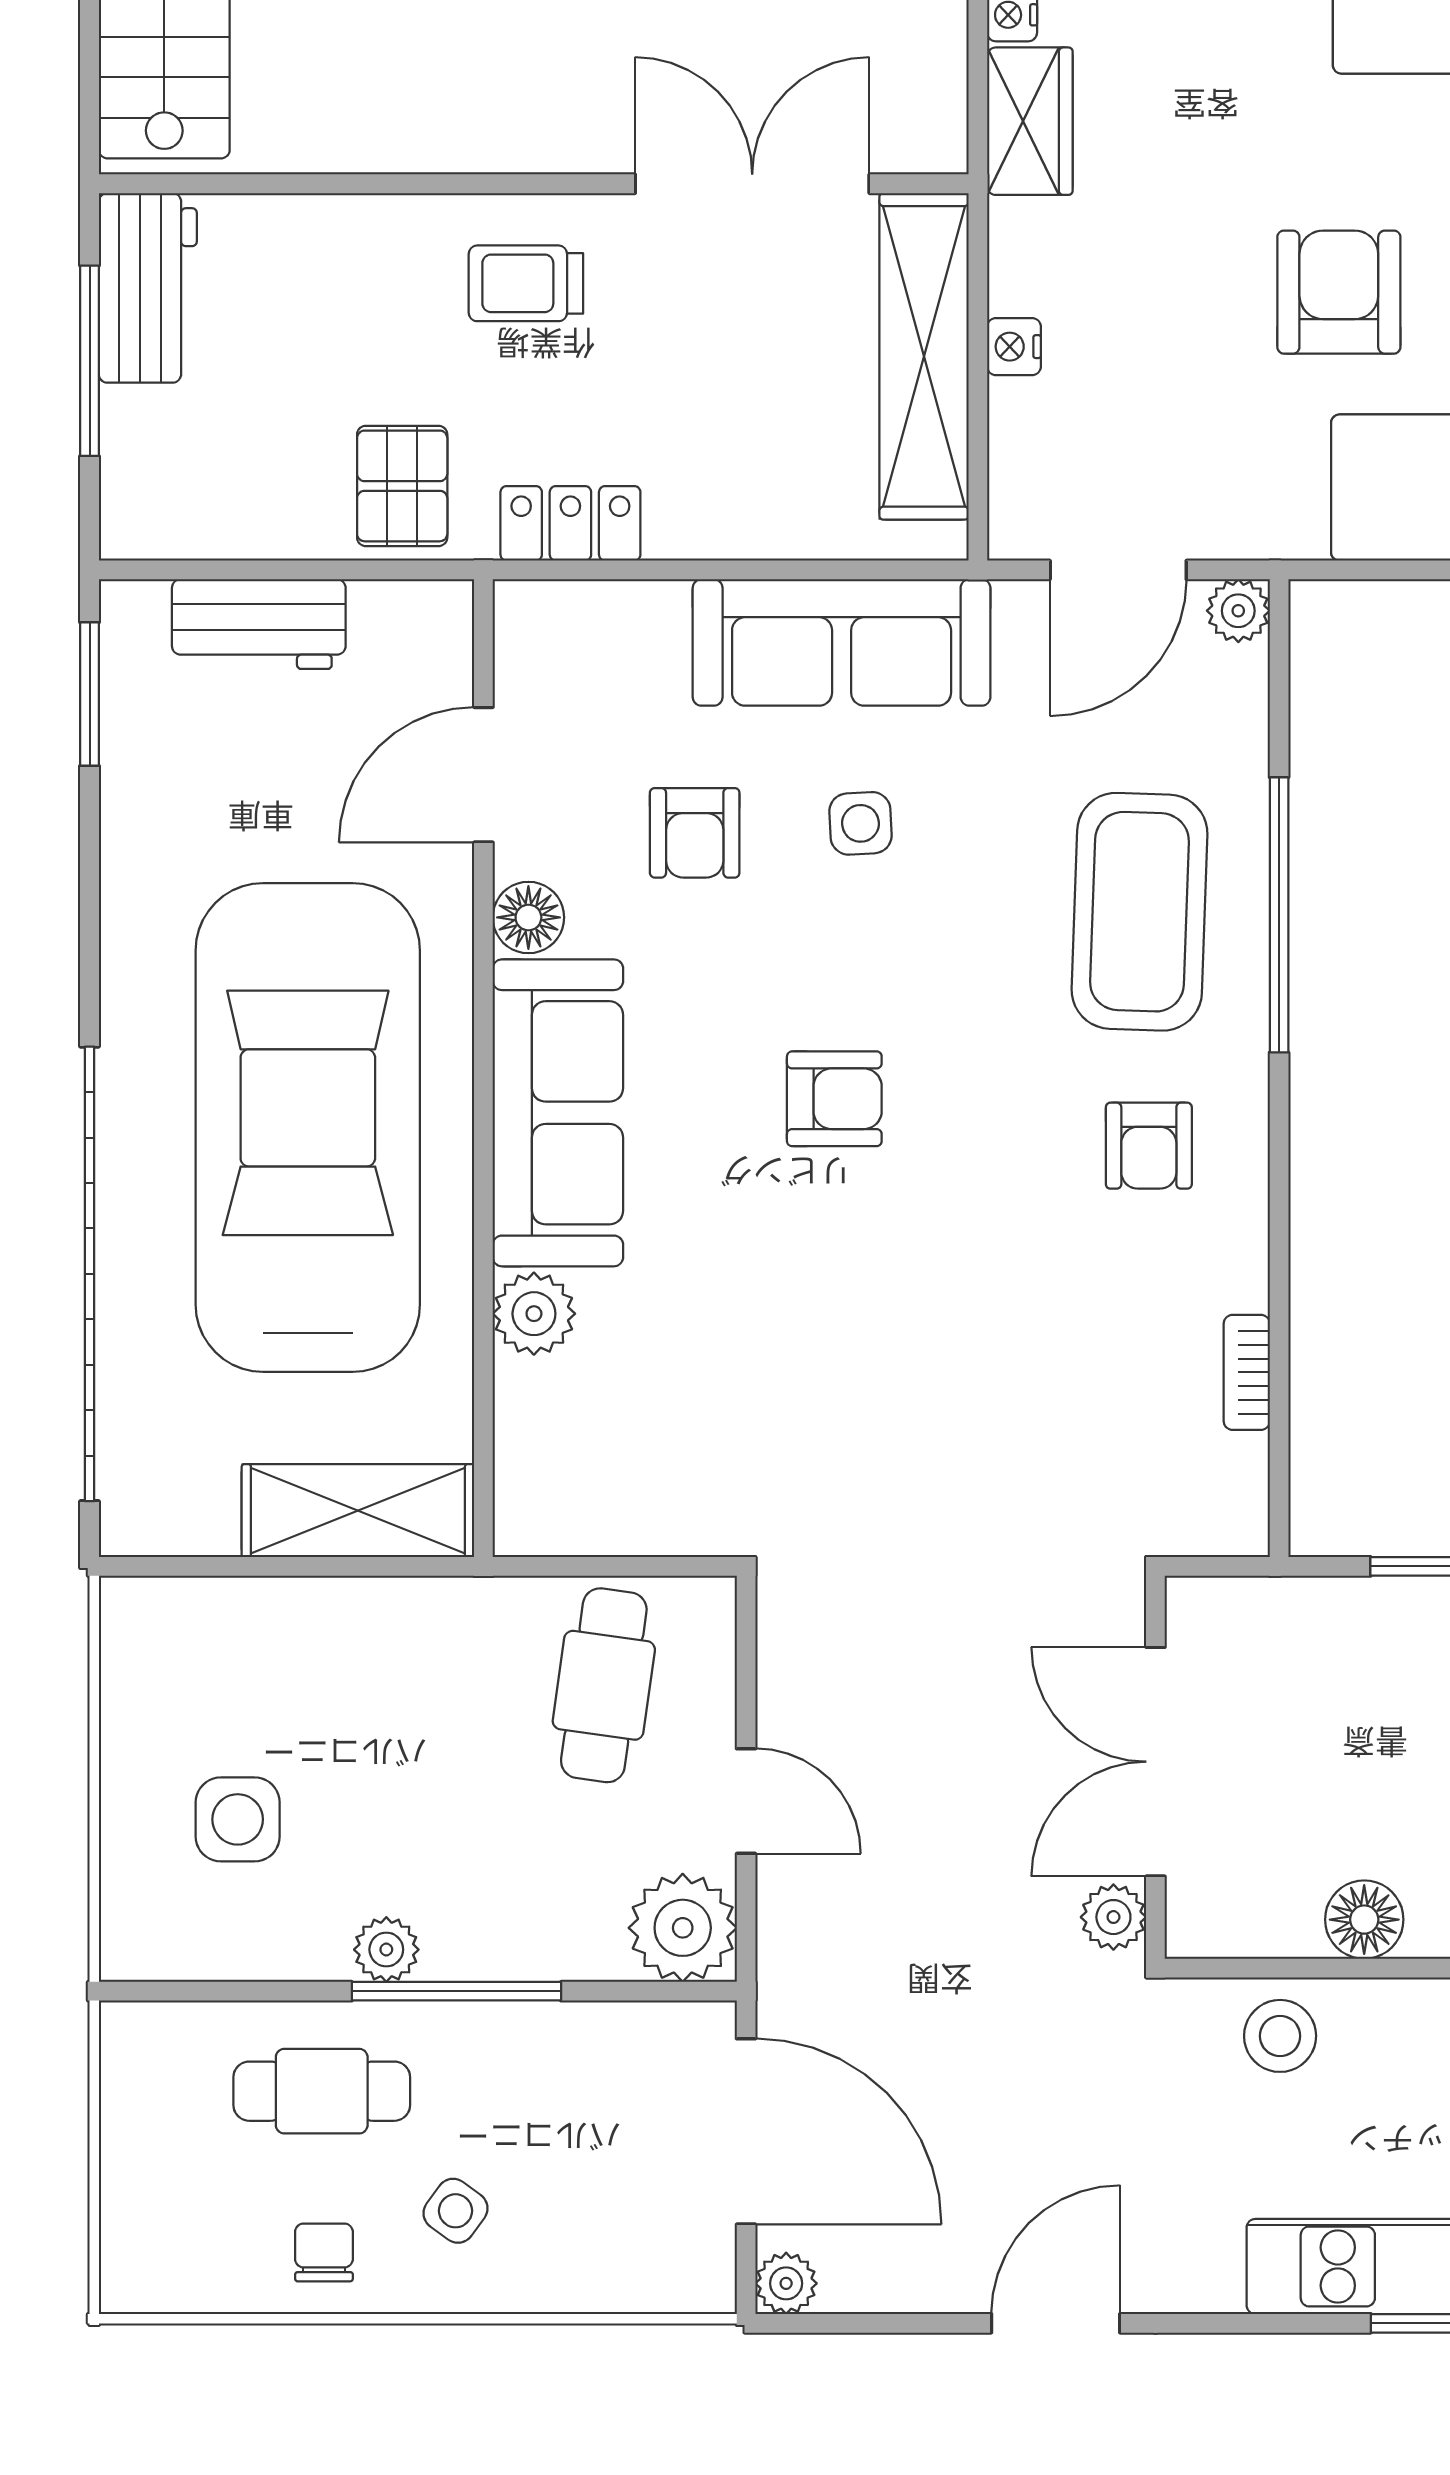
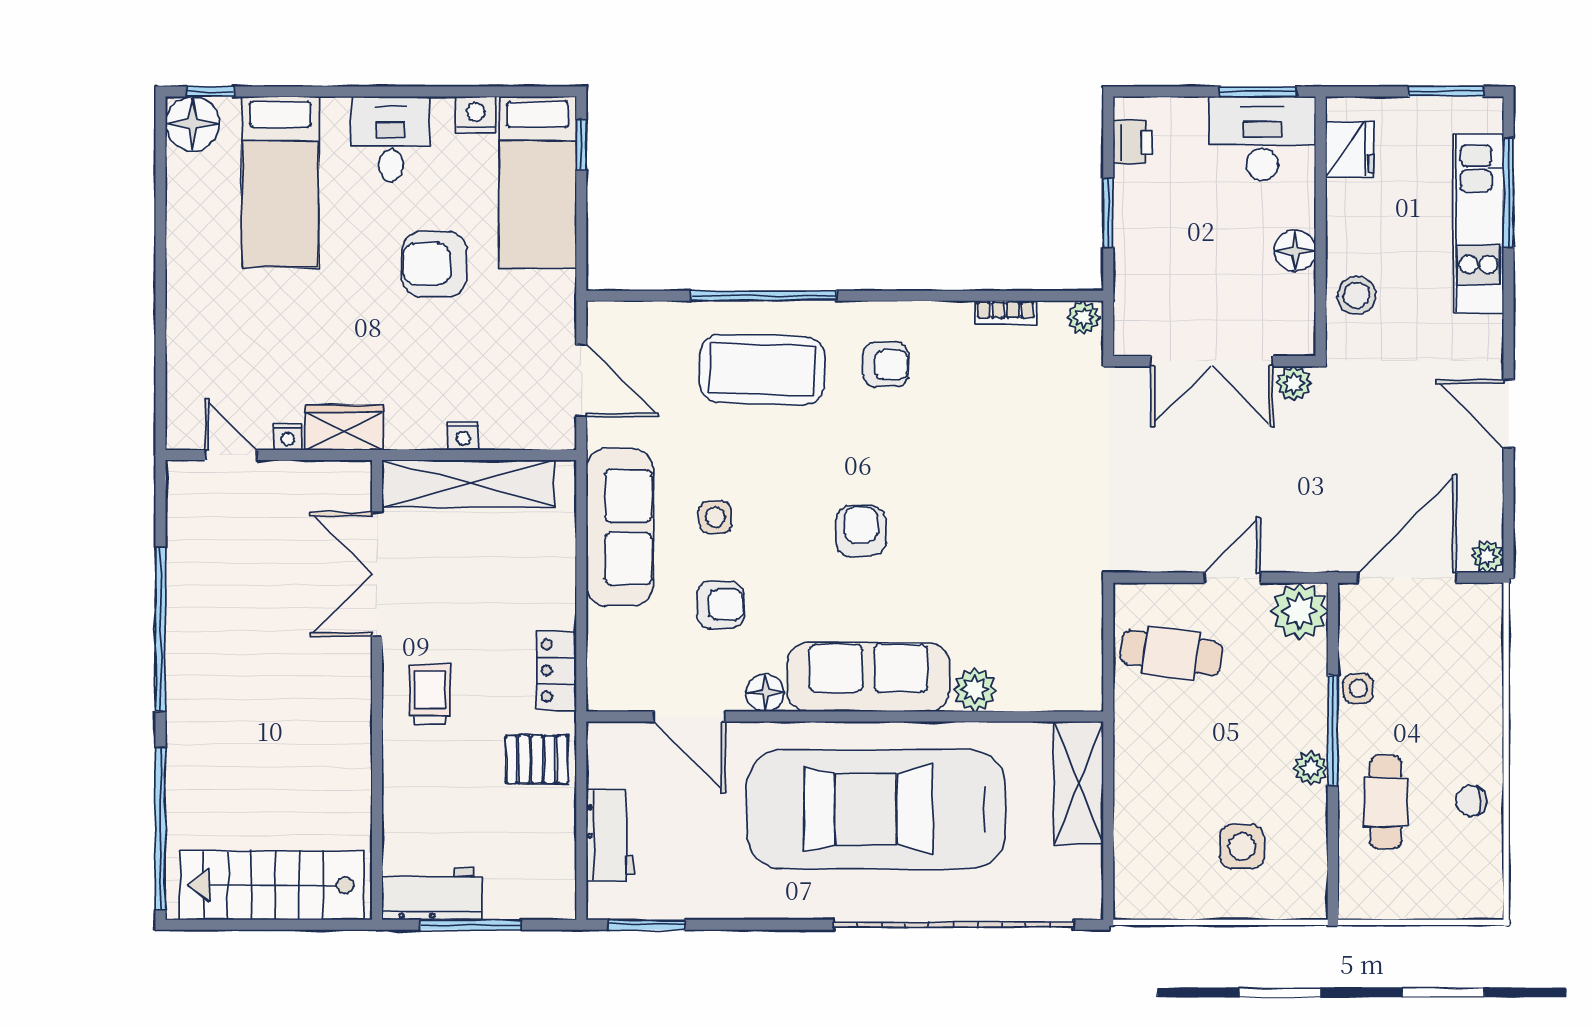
trolley: (526, 283) -> (430, 694), turned 180
plant: (1238, 611) -> (1084, 317), moved
side table: (455, 2211) -> (1358, 688), moved, turned -36

